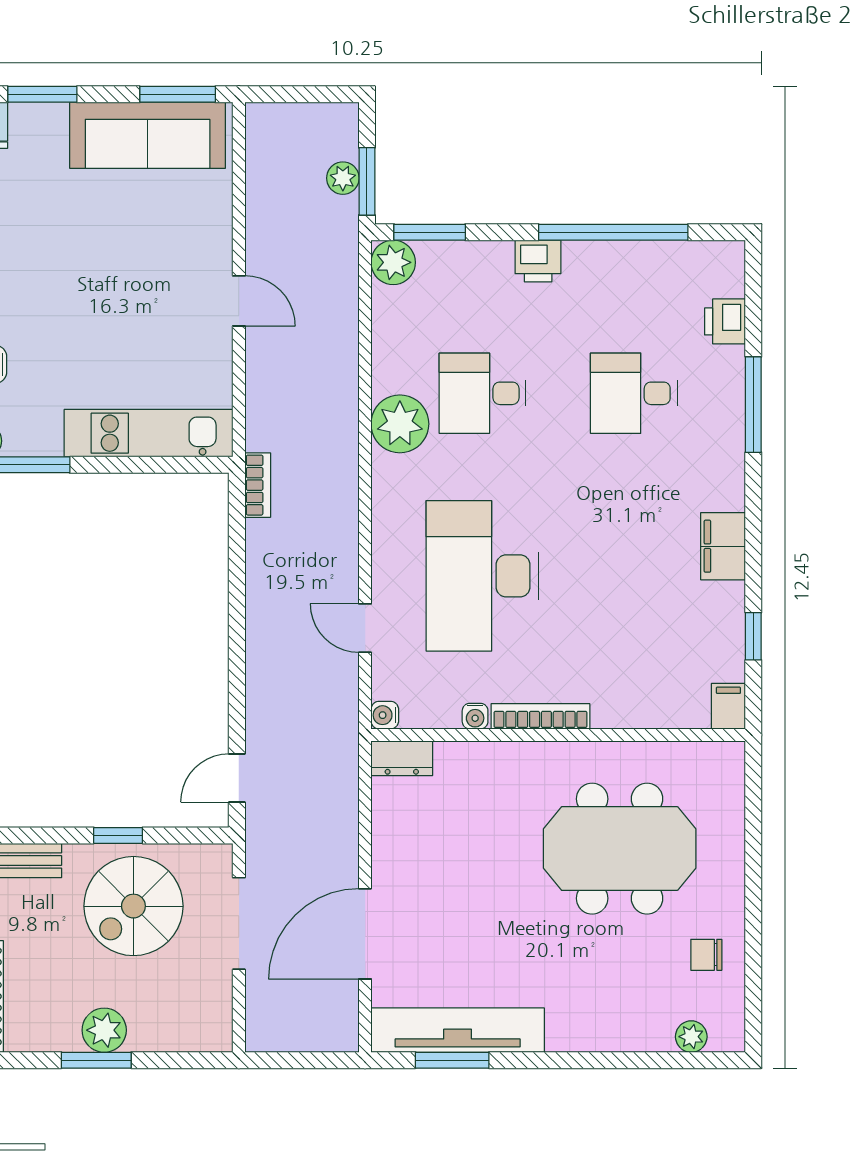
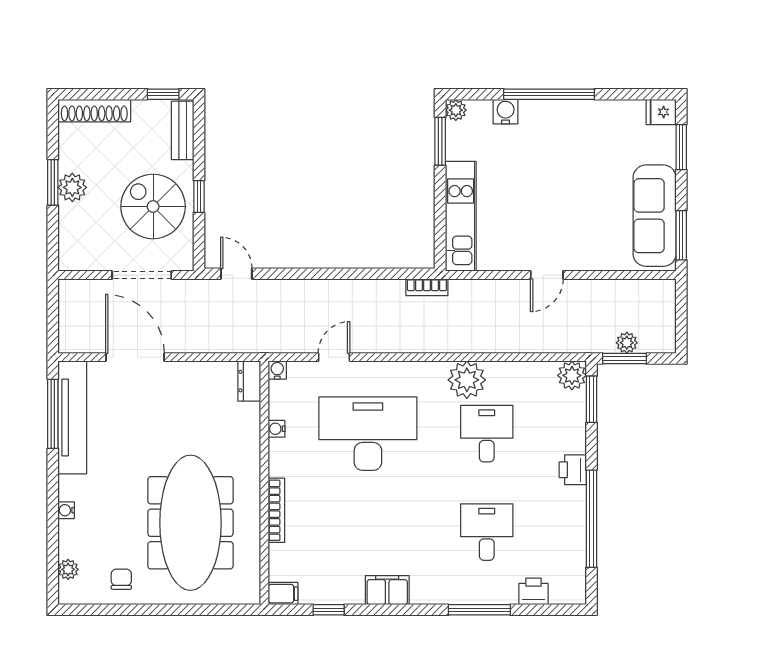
bookcase: (540, 716) -> (276, 510), moved
meeting table: (620, 849) -> (190, 523), width x1.36
water cooler: (600, 1040) -> (66, 510), added
window: (452, 1060) -> (53, 414), width x1.44

